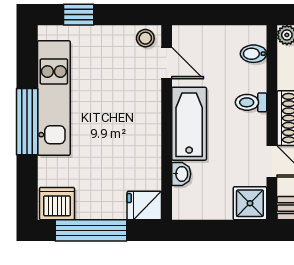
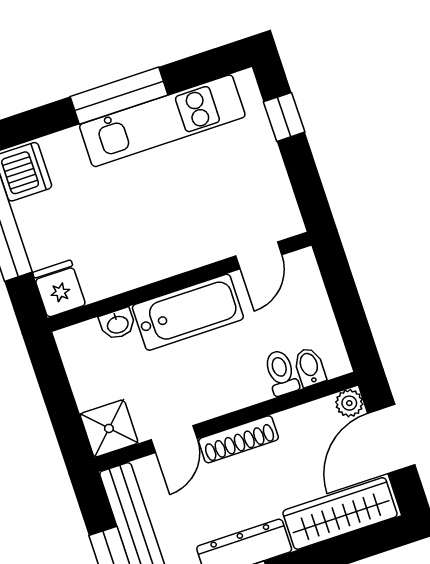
stool: (145, 38) -> (282, 216), removed
toilet: (251, 102) -> (281, 373), moved

